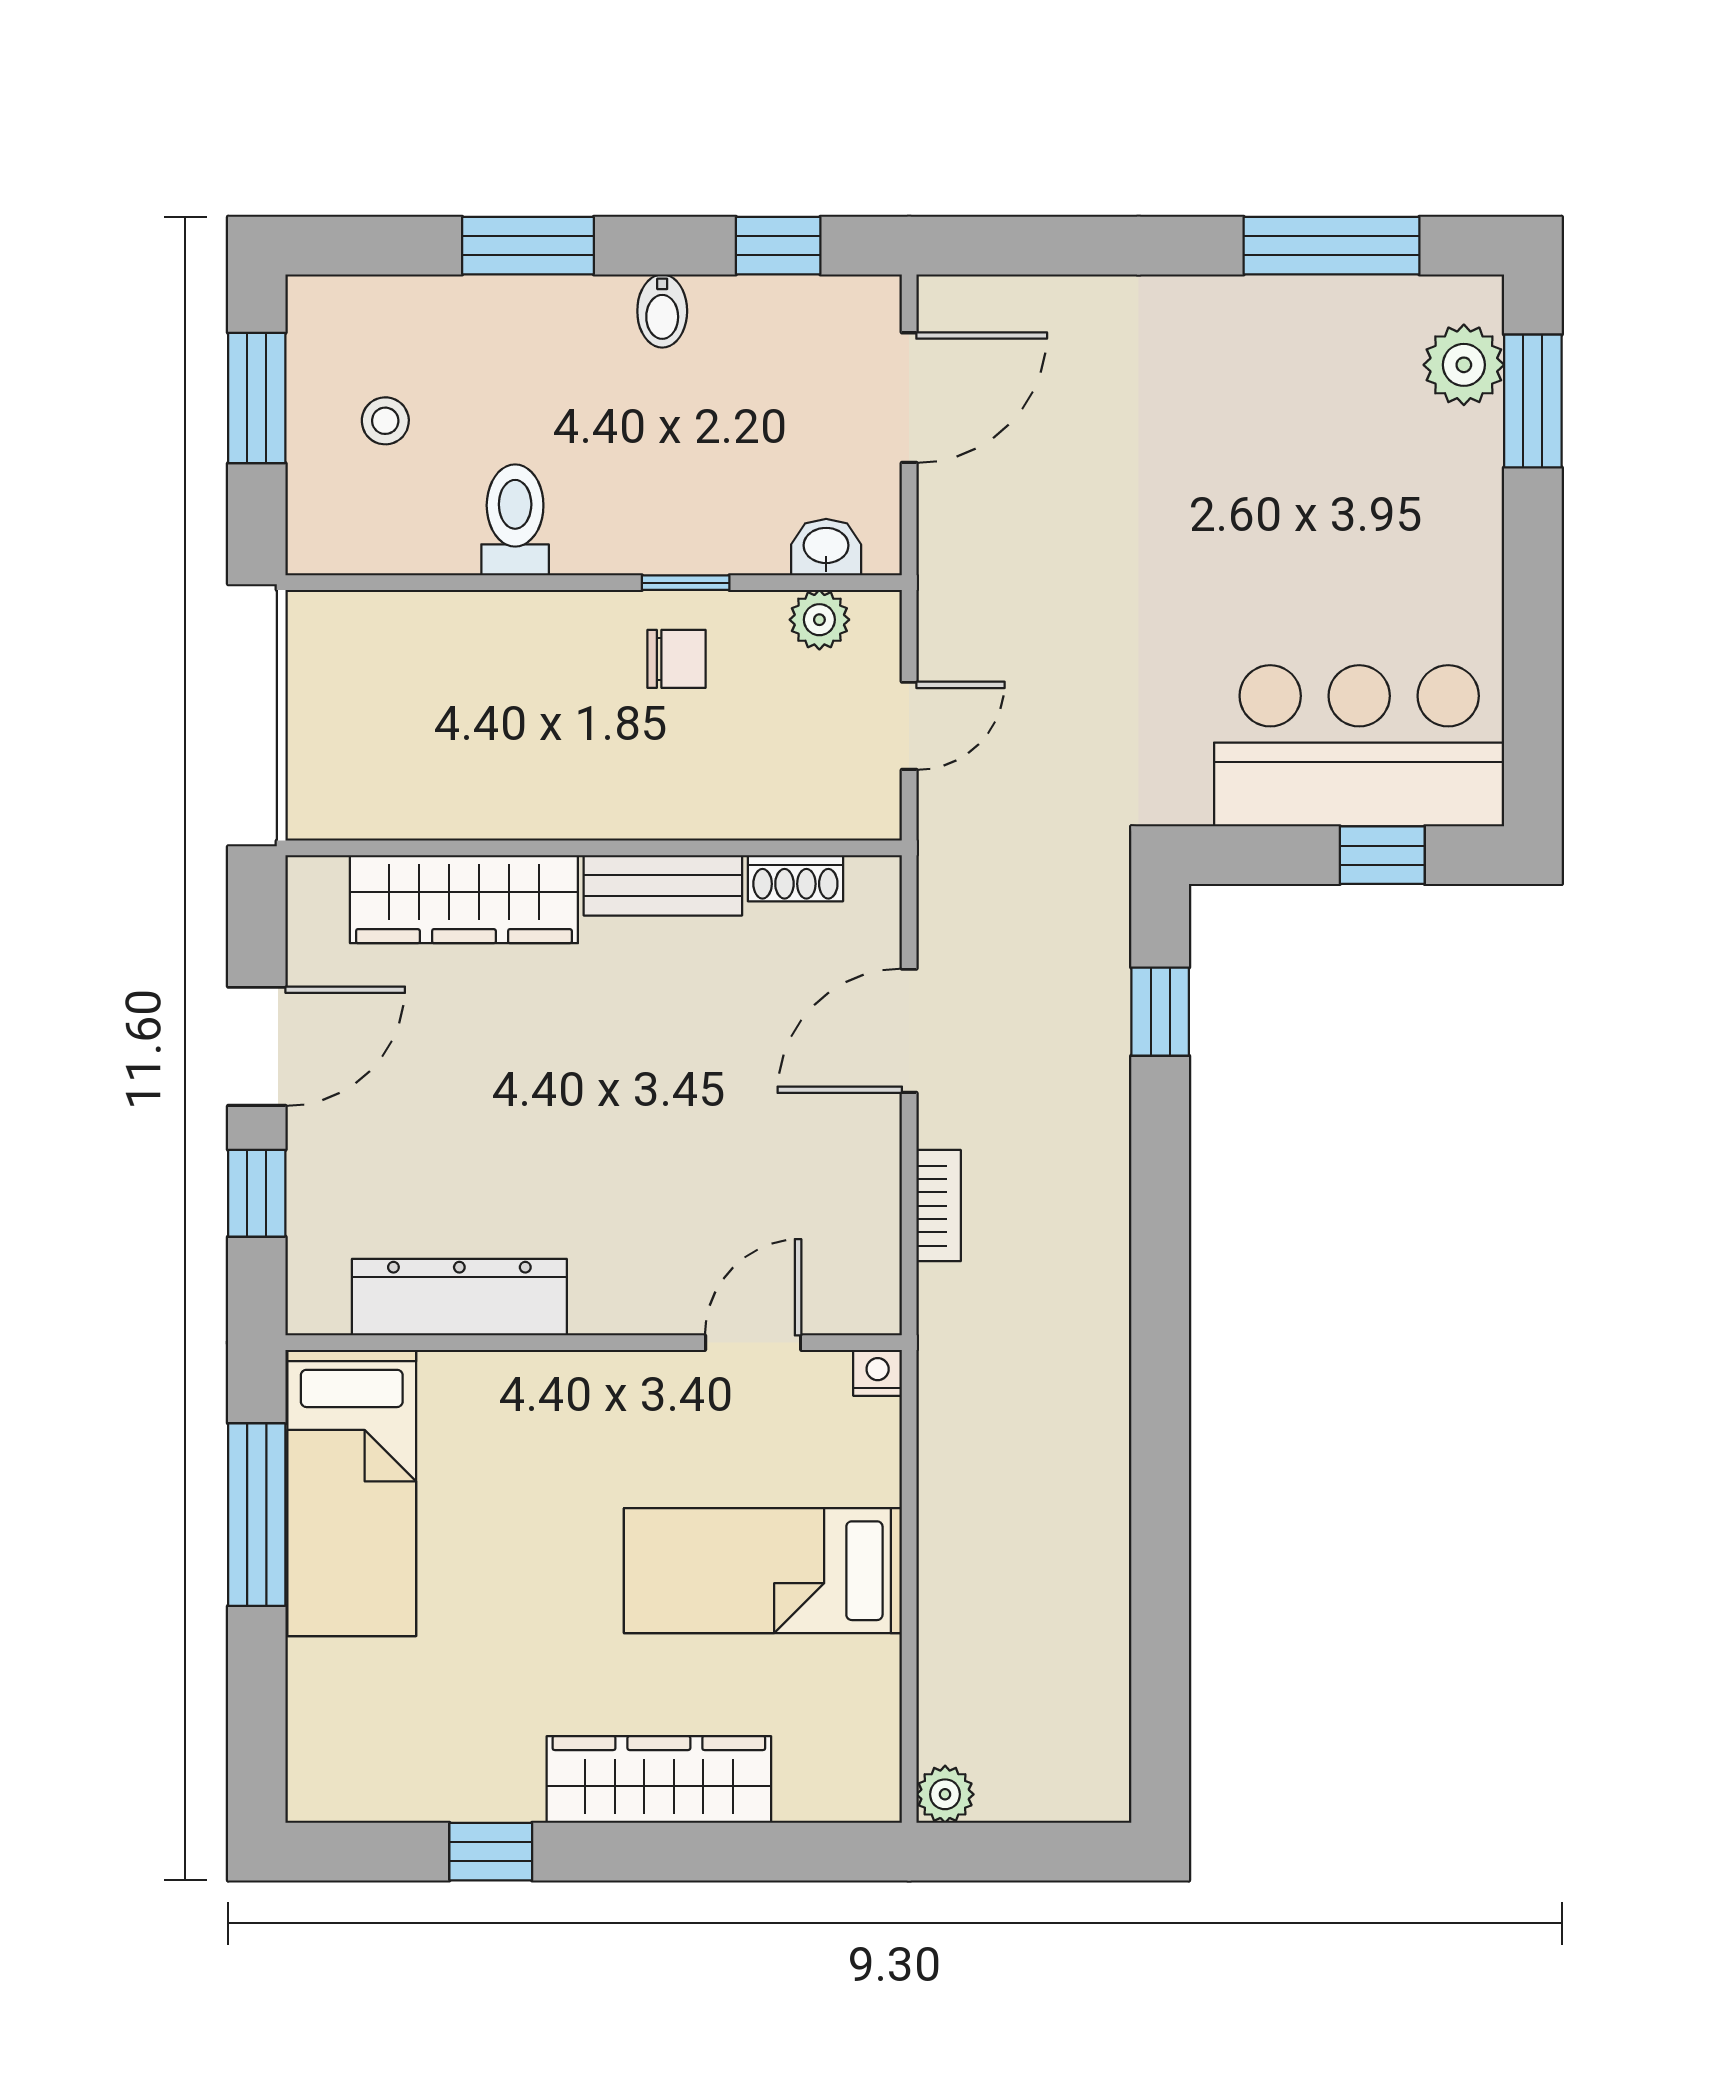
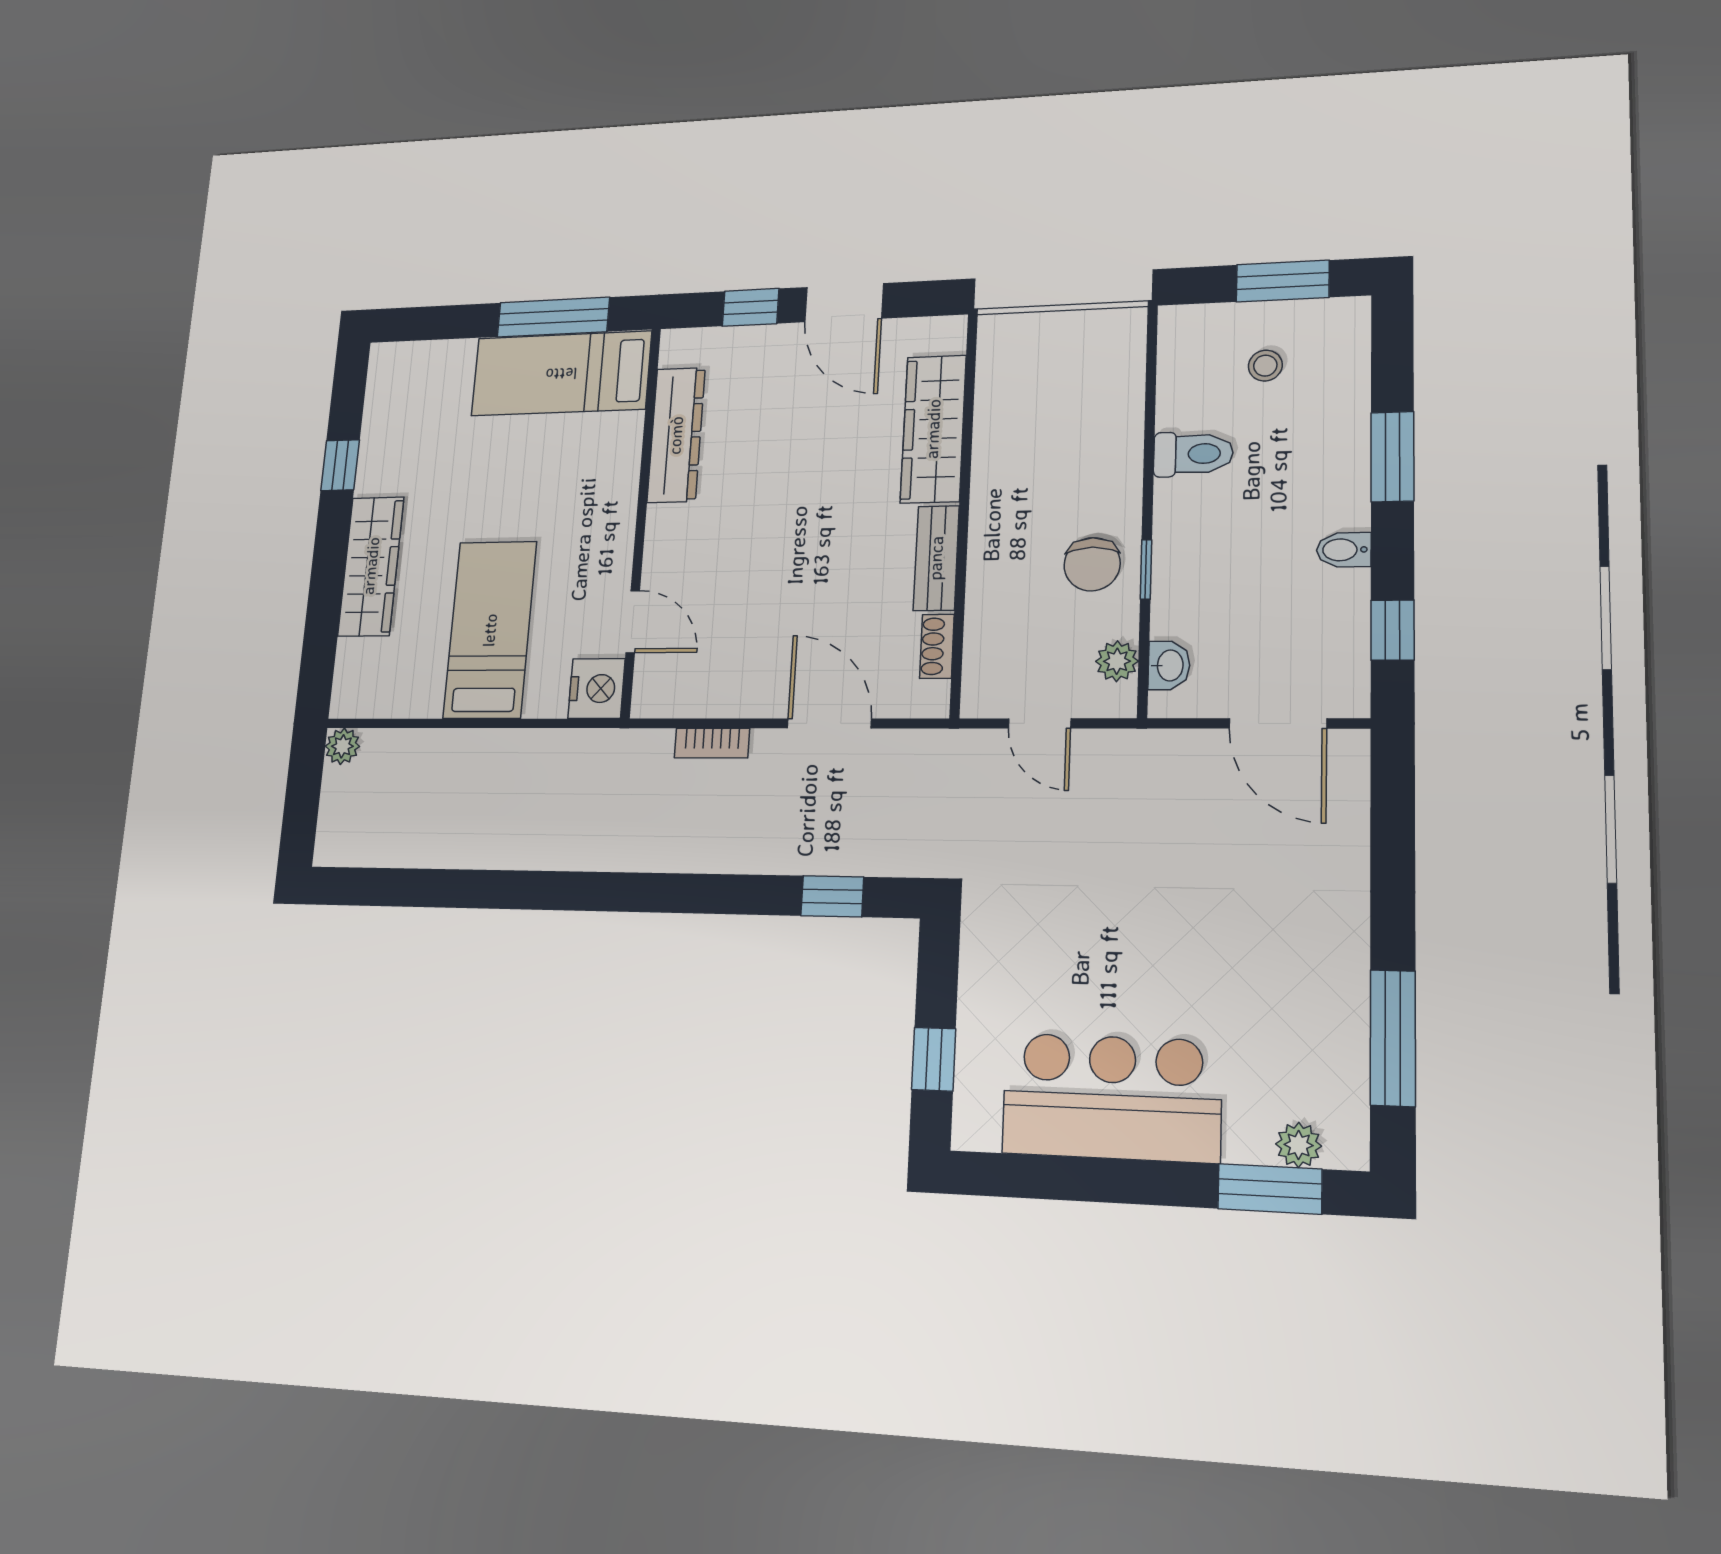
plant: (1464, 365) -> (1299, 1145), width x0.73, depth x0.73
chair: (677, 659) -> (1092, 564), width x1.37, depth x1.37
bar counter: (1359, 746) -> (1112, 1097), moved, turned -90
nightstand: (878, 1373) -> (597, 689), width x1.89, depth x1.79

